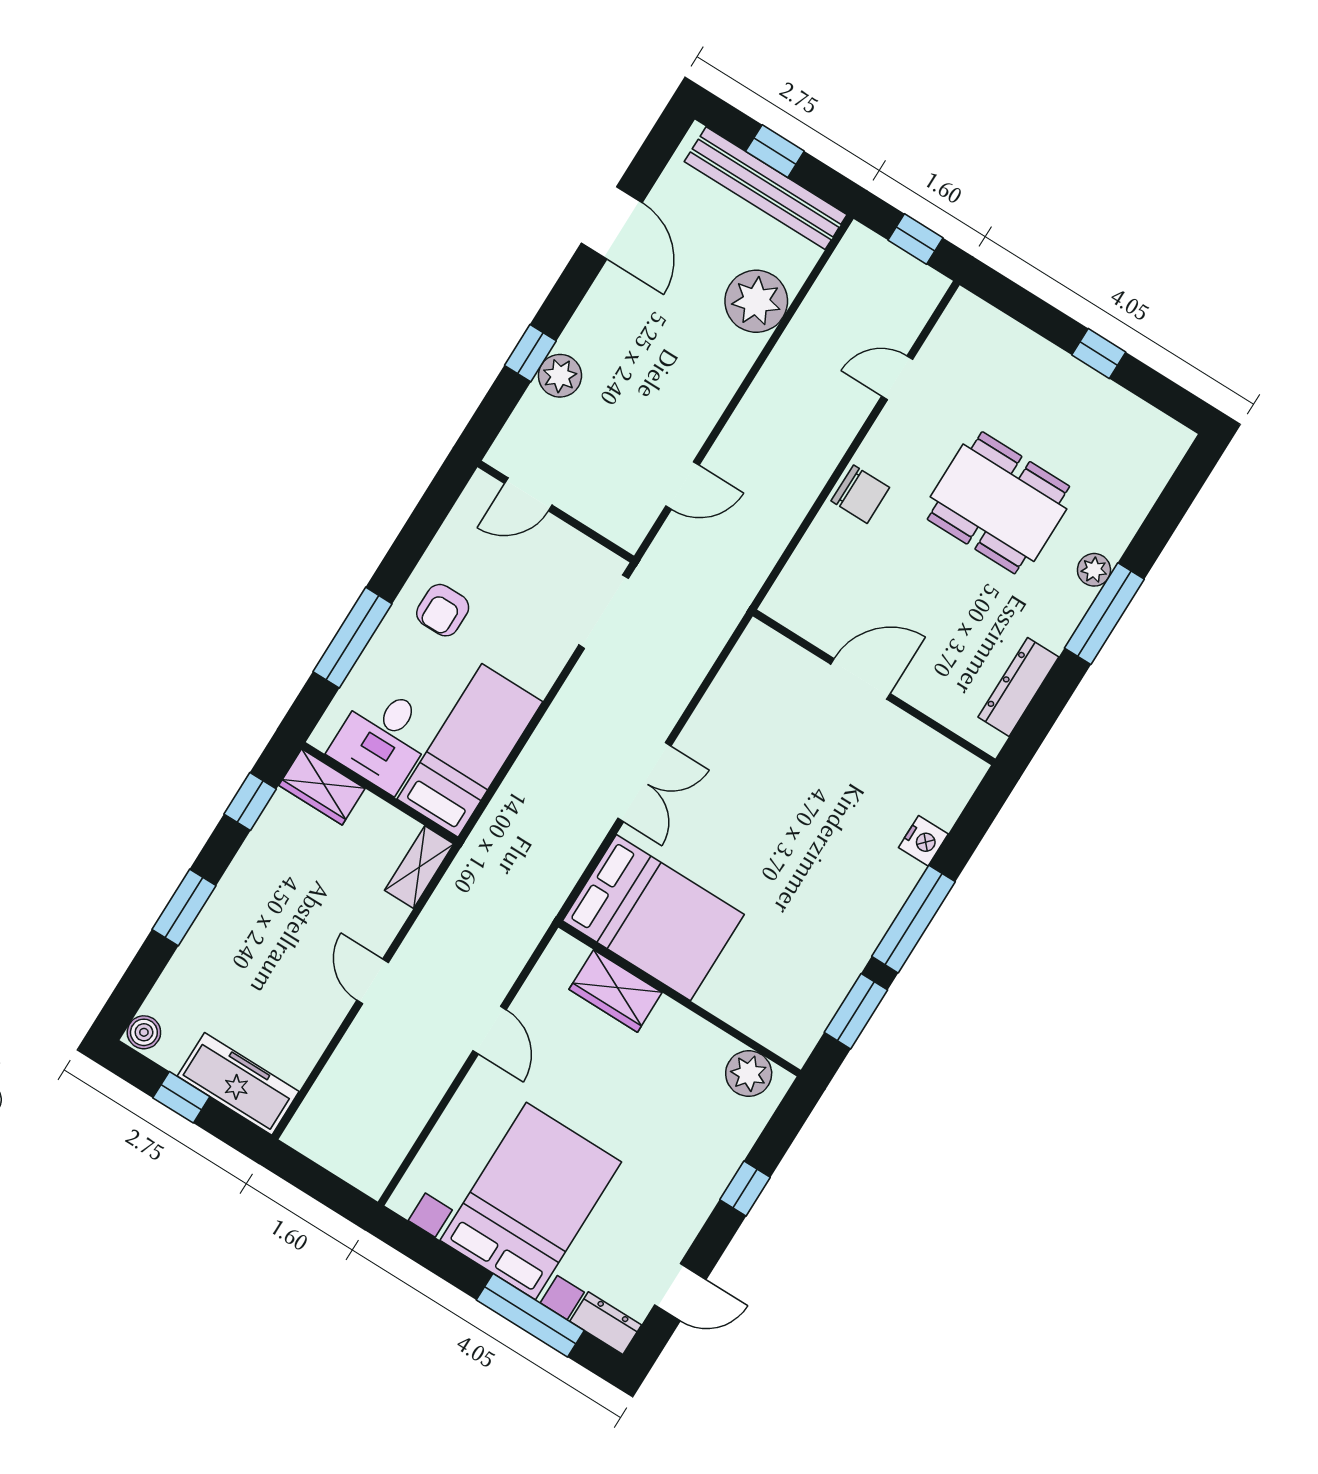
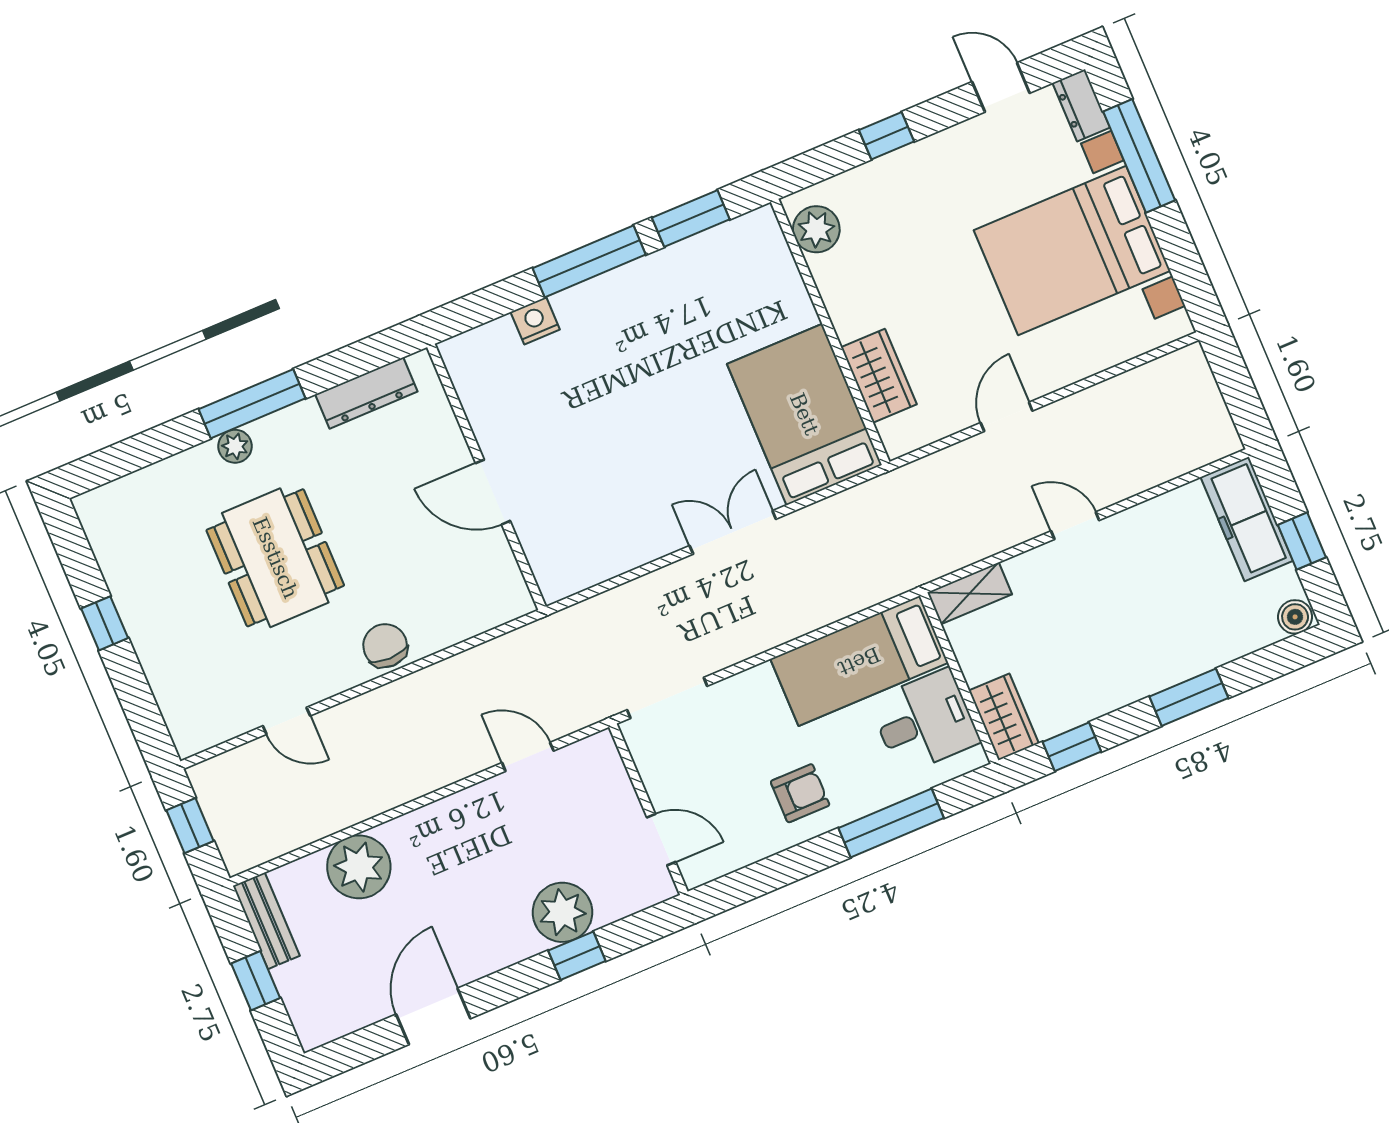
bench: (766, 188) -> (266, 921), width x0.54, depth x0.82
plant: (560, 376) -> (562, 912), width x1.36, depth x1.36
door: (373, 981) -> (1075, 526), swing flipped

